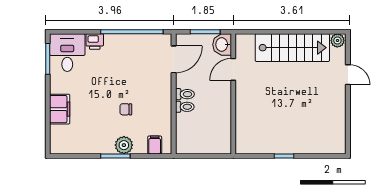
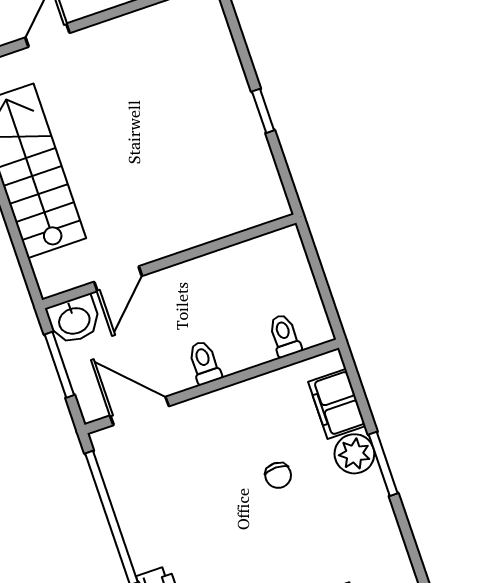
door: (233, 69) -> (118, 279), hinge flipped
toilet: (185, 107) -> (285, 336), moved
filing cabinet: (155, 145) -> (337, 404), width x2.00

